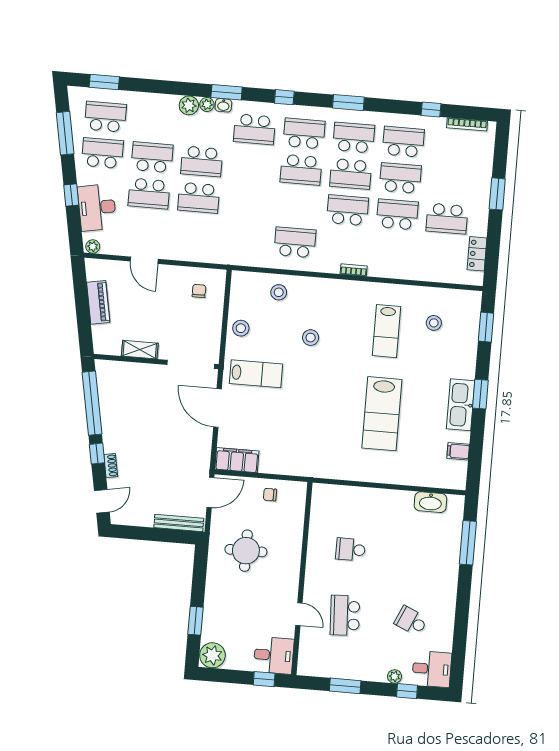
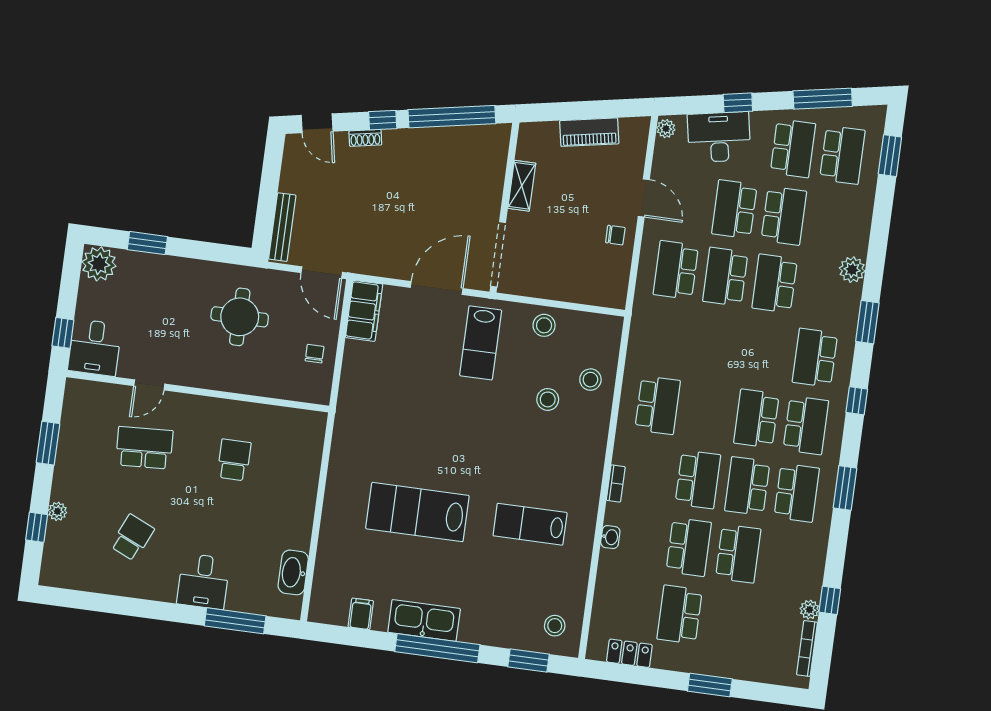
plant: (207, 104) -> (810, 610), moved
washbasin: (223, 105) -> (610, 537), moved, turned 180
school desk: (403, 142) -> (676, 270), moved, turned 180
door: (144, 260) -> (644, 198), swing flipped
chair: (199, 291) -> (615, 235), moved
stool: (434, 323) -> (555, 626), moved
stool: (311, 338) -> (548, 399), moved
window: (480, 394) -> (437, 648), width x2.11
desk: (432, 669) -> (203, 581), moved

